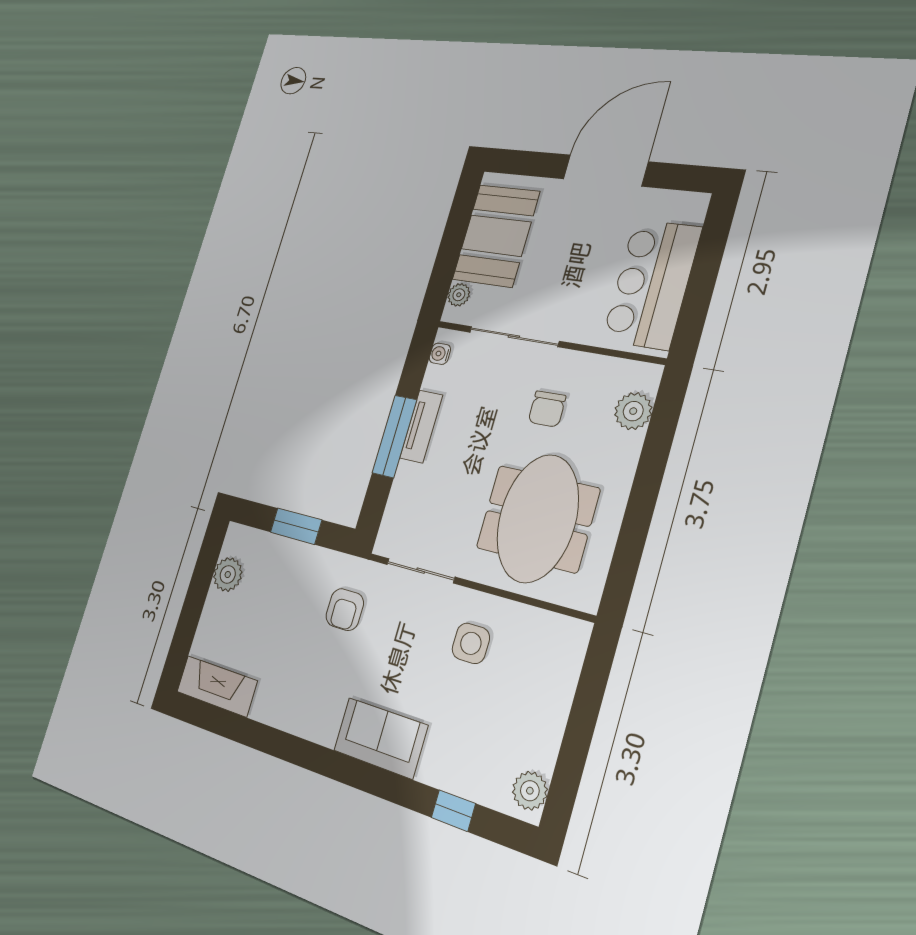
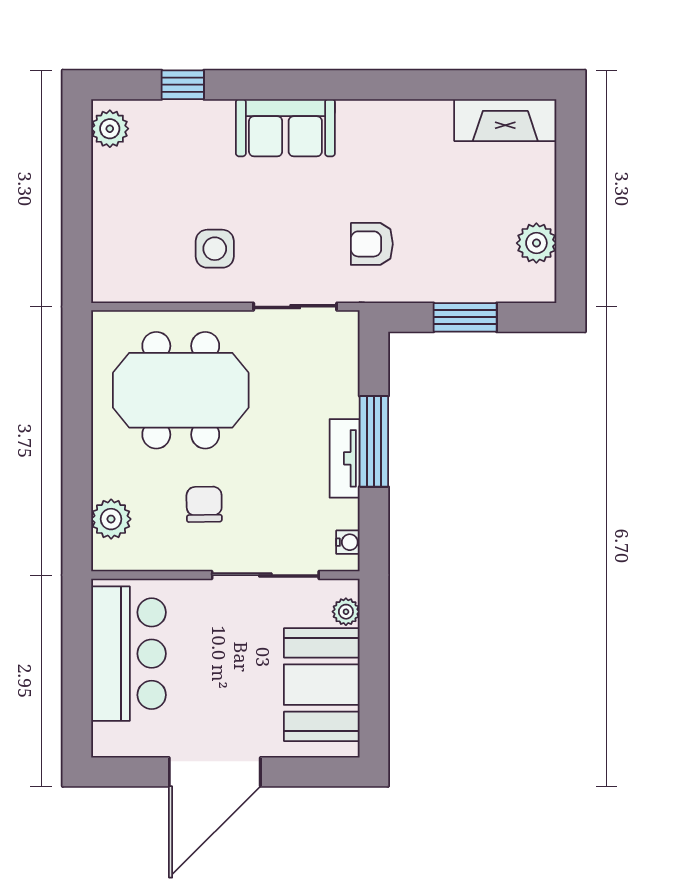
meeting table: (537, 518) -> (181, 390), turned 90
armchair: (345, 610) -> (372, 244), turned -90

